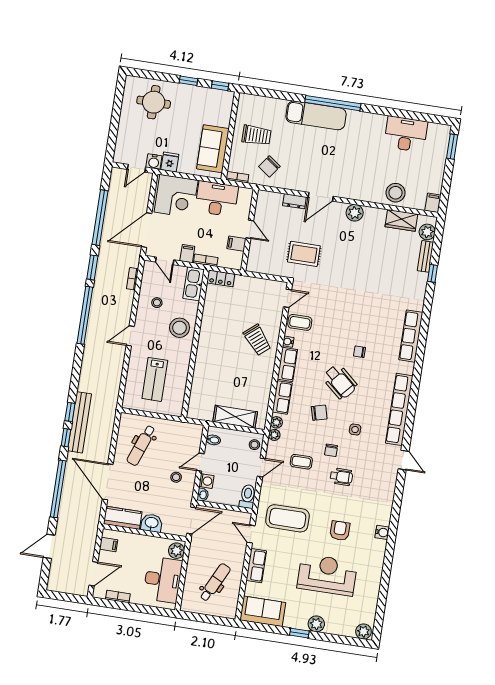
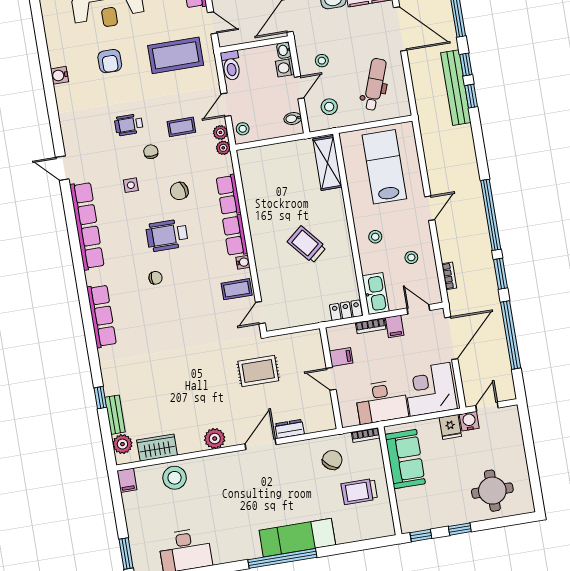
stool: (180, 328) -> (375, 237), width x0.53, depth x0.53
trolley: (257, 340) -> (307, 245), moved
lab bench: (155, 379) -> (384, 167), width x1.36, depth x1.39
wheelchair: (340, 382) -> (167, 235), turned -41
shelving: (235, 417) -> (327, 163), moved, turned 90
plant: (276, 422) -> (220, 132), moved
stool: (182, 440) -> (329, 107), added

